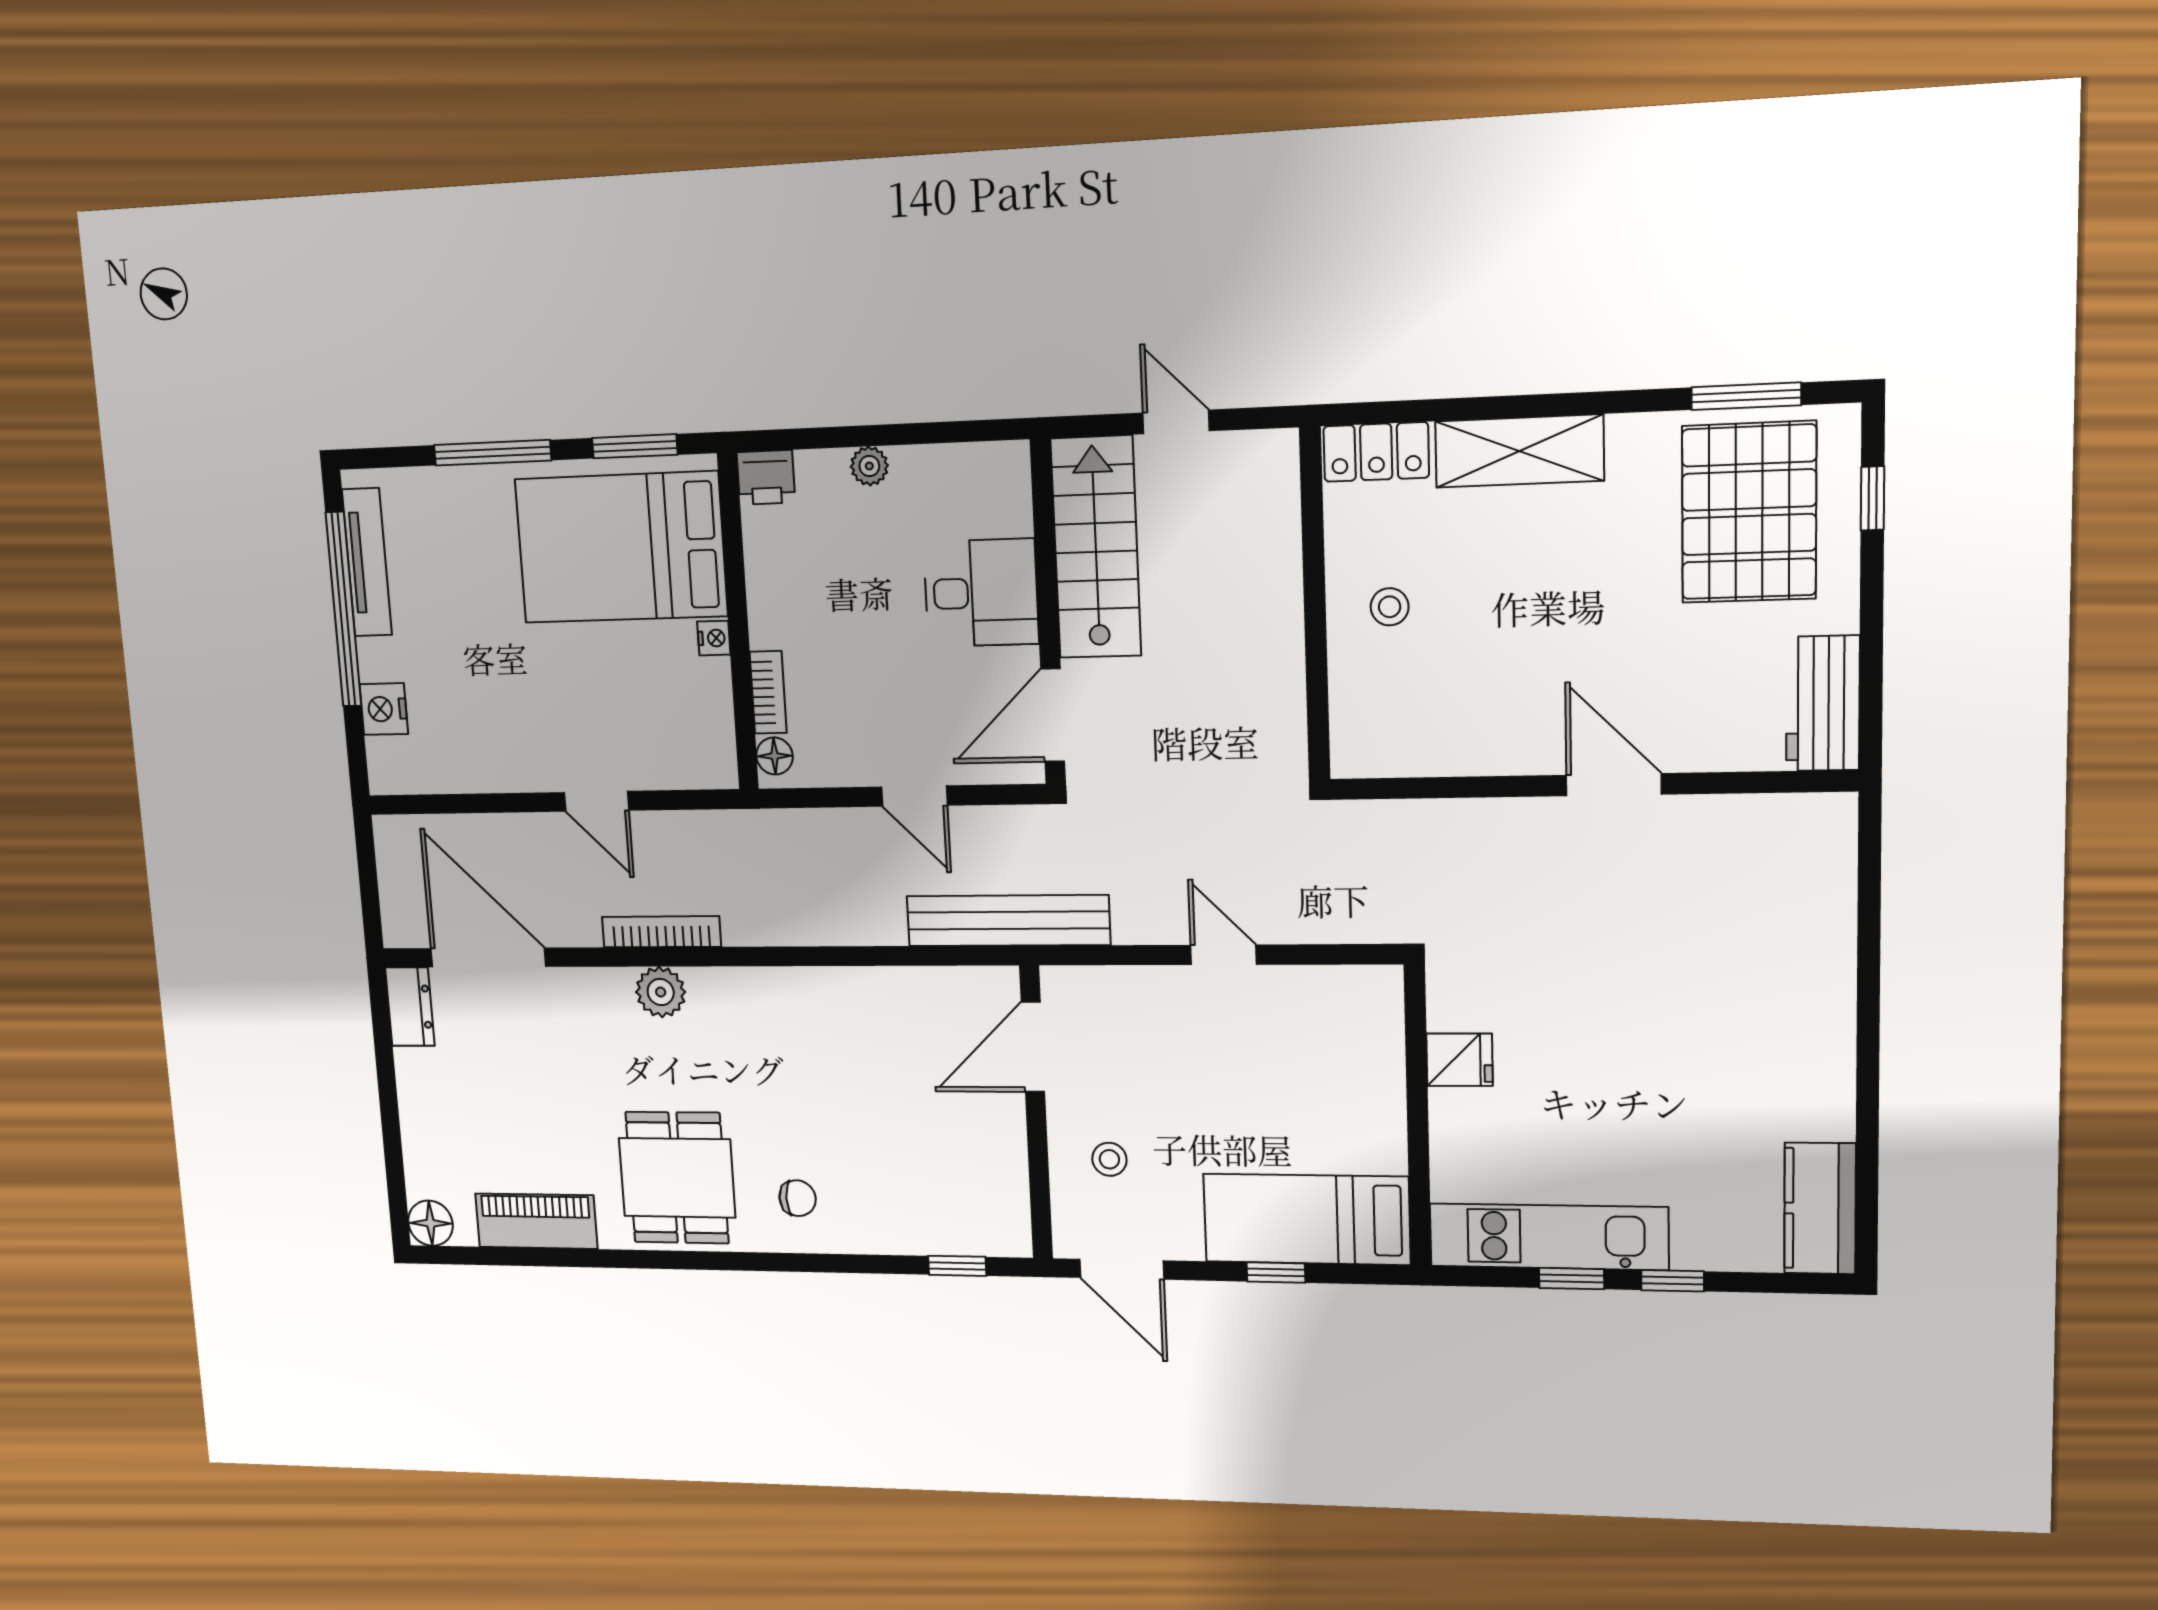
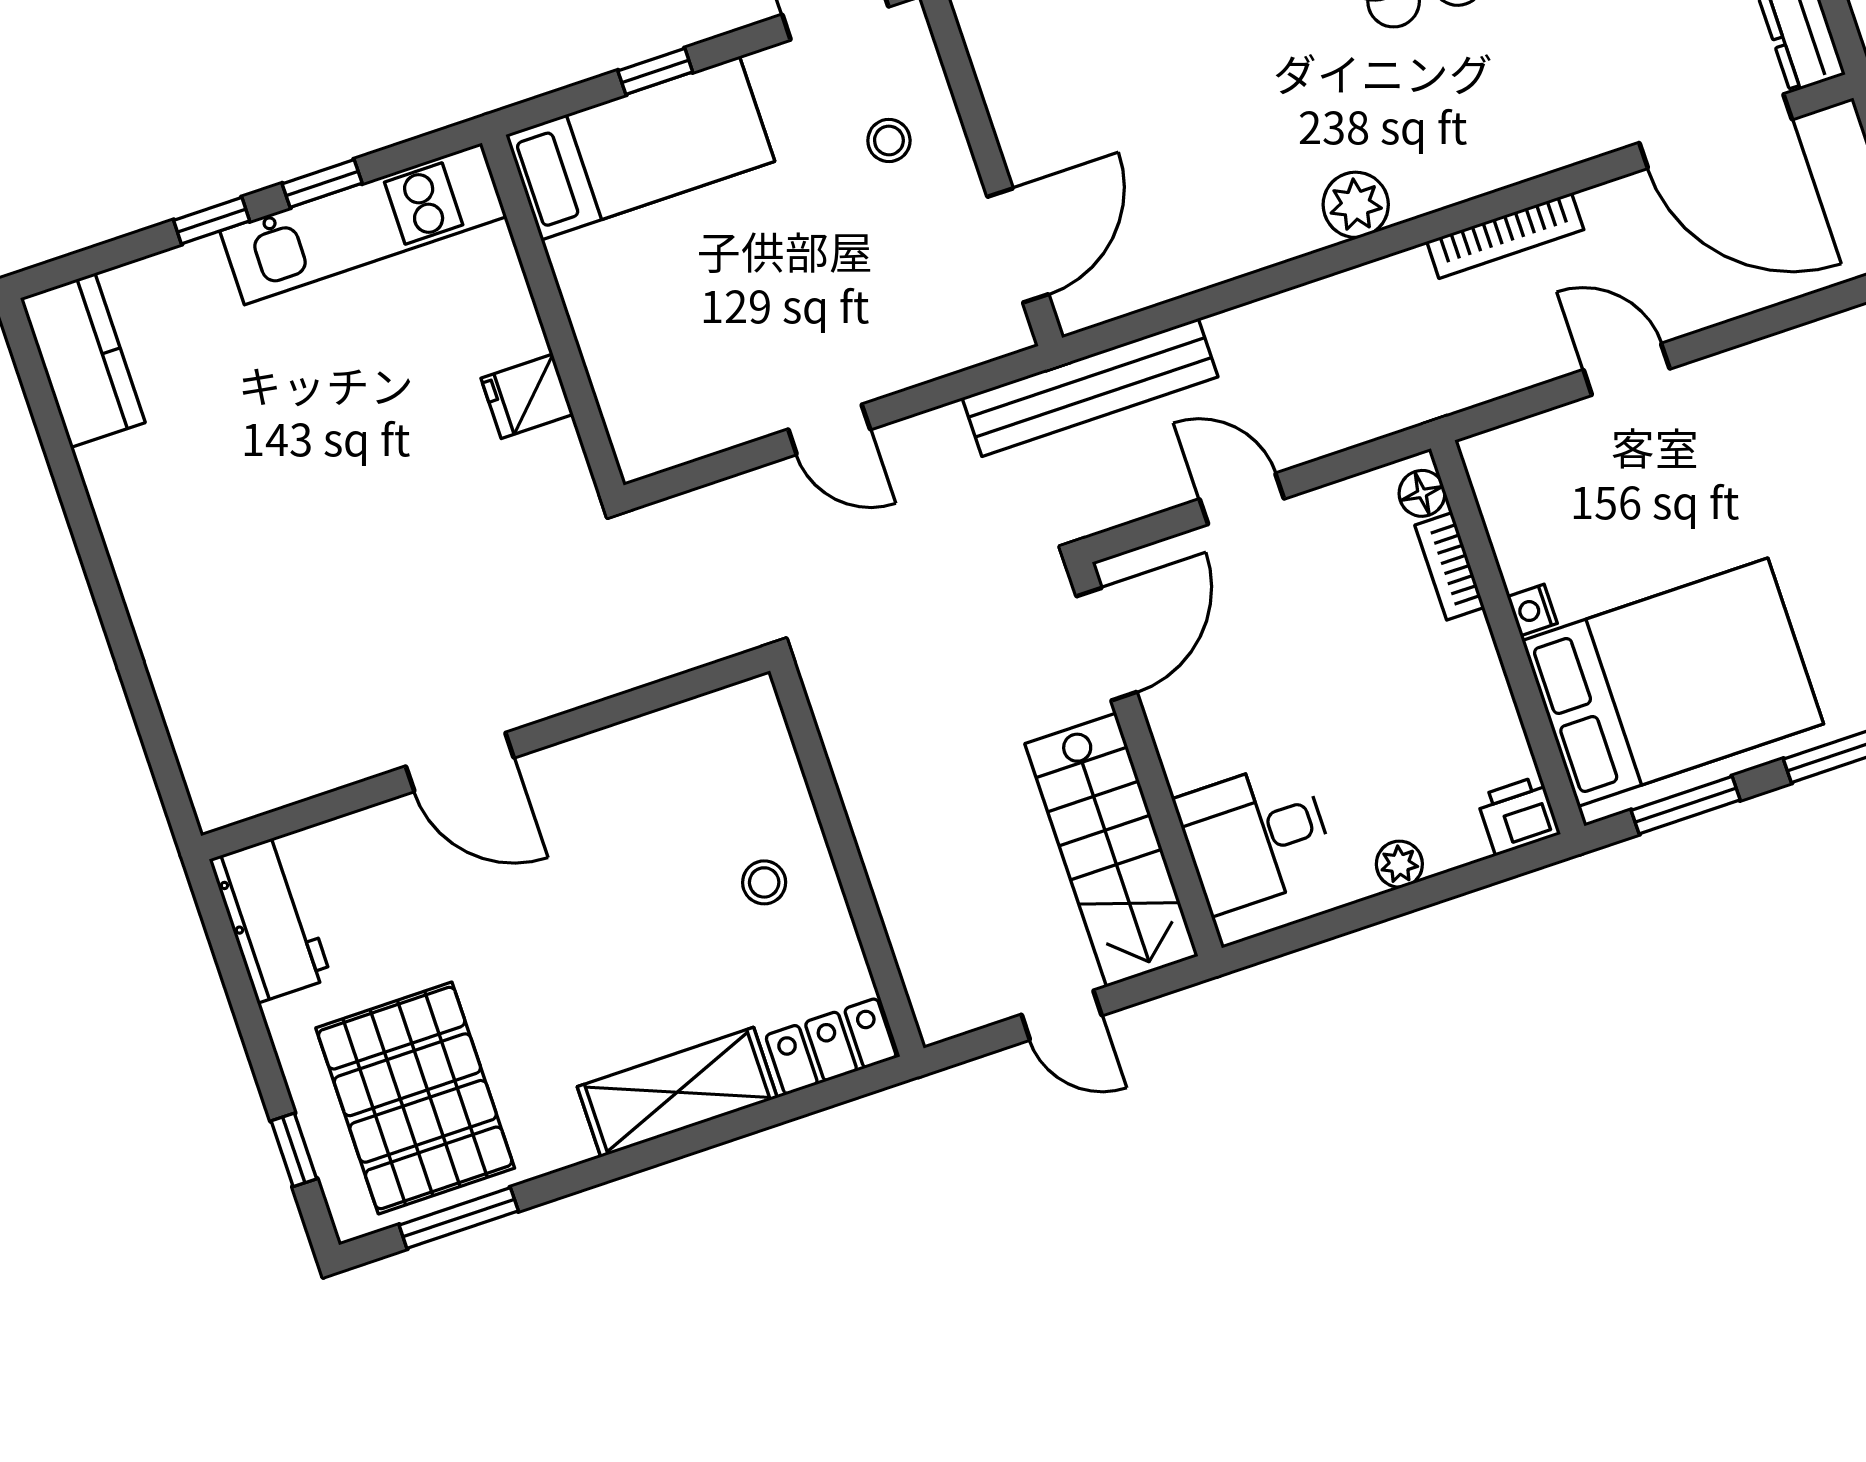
desk: (981, 593) -> (1255, 837), moved
plant: (661, 992) -> (1356, 205), moved

